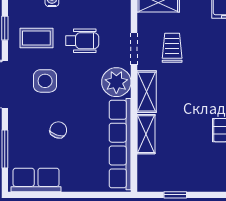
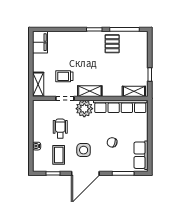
shelving: (146, 134) -> (134, 91), moved

